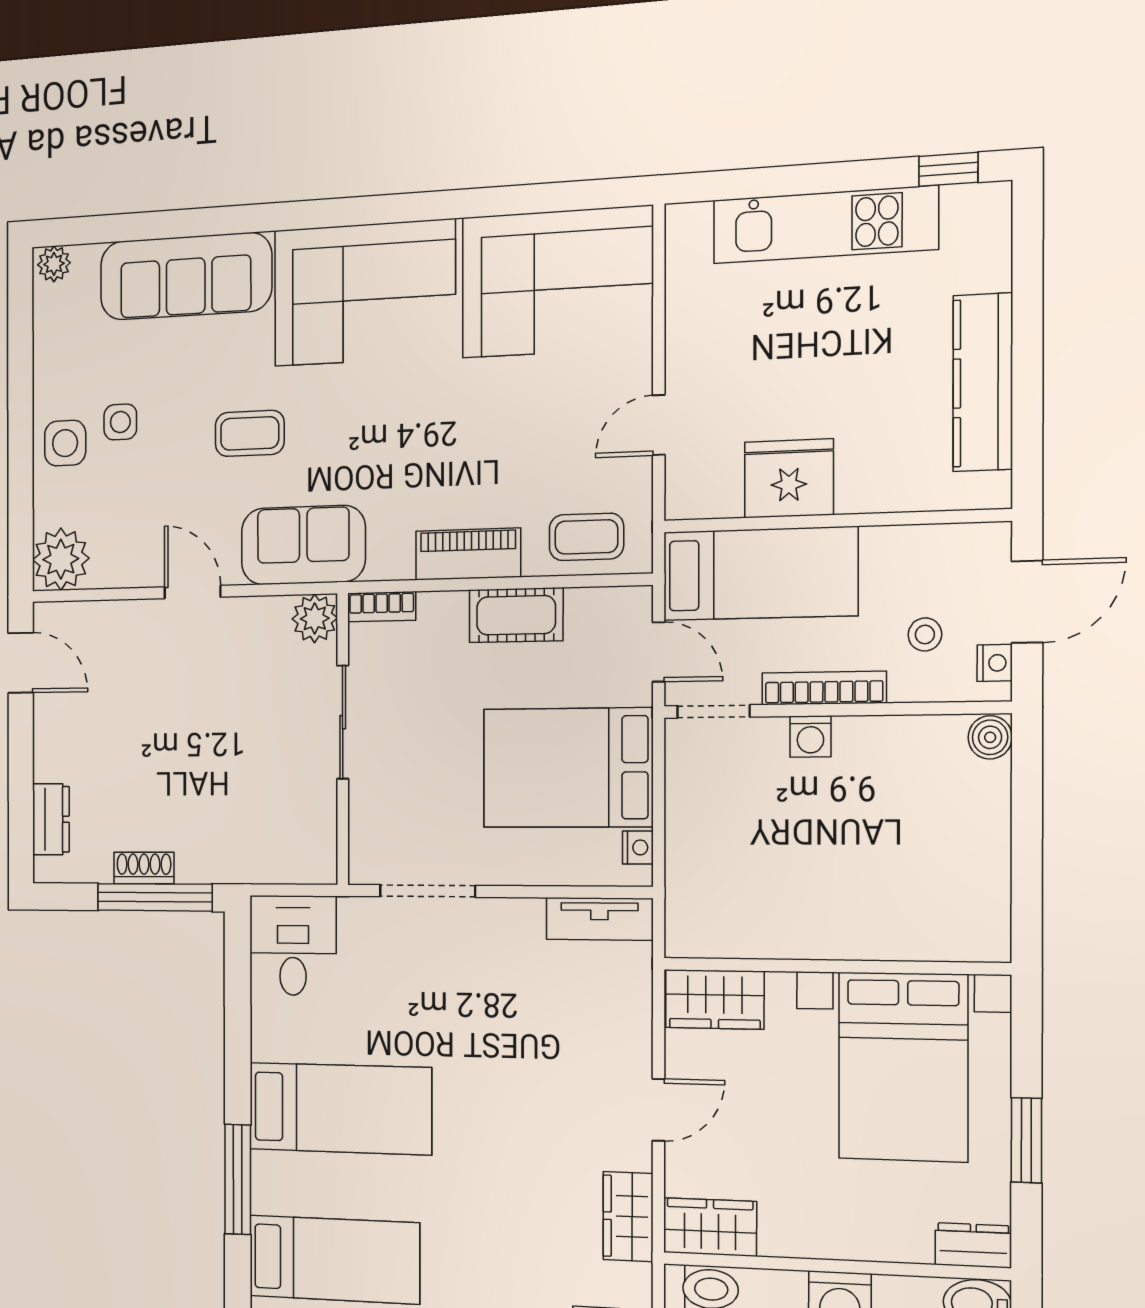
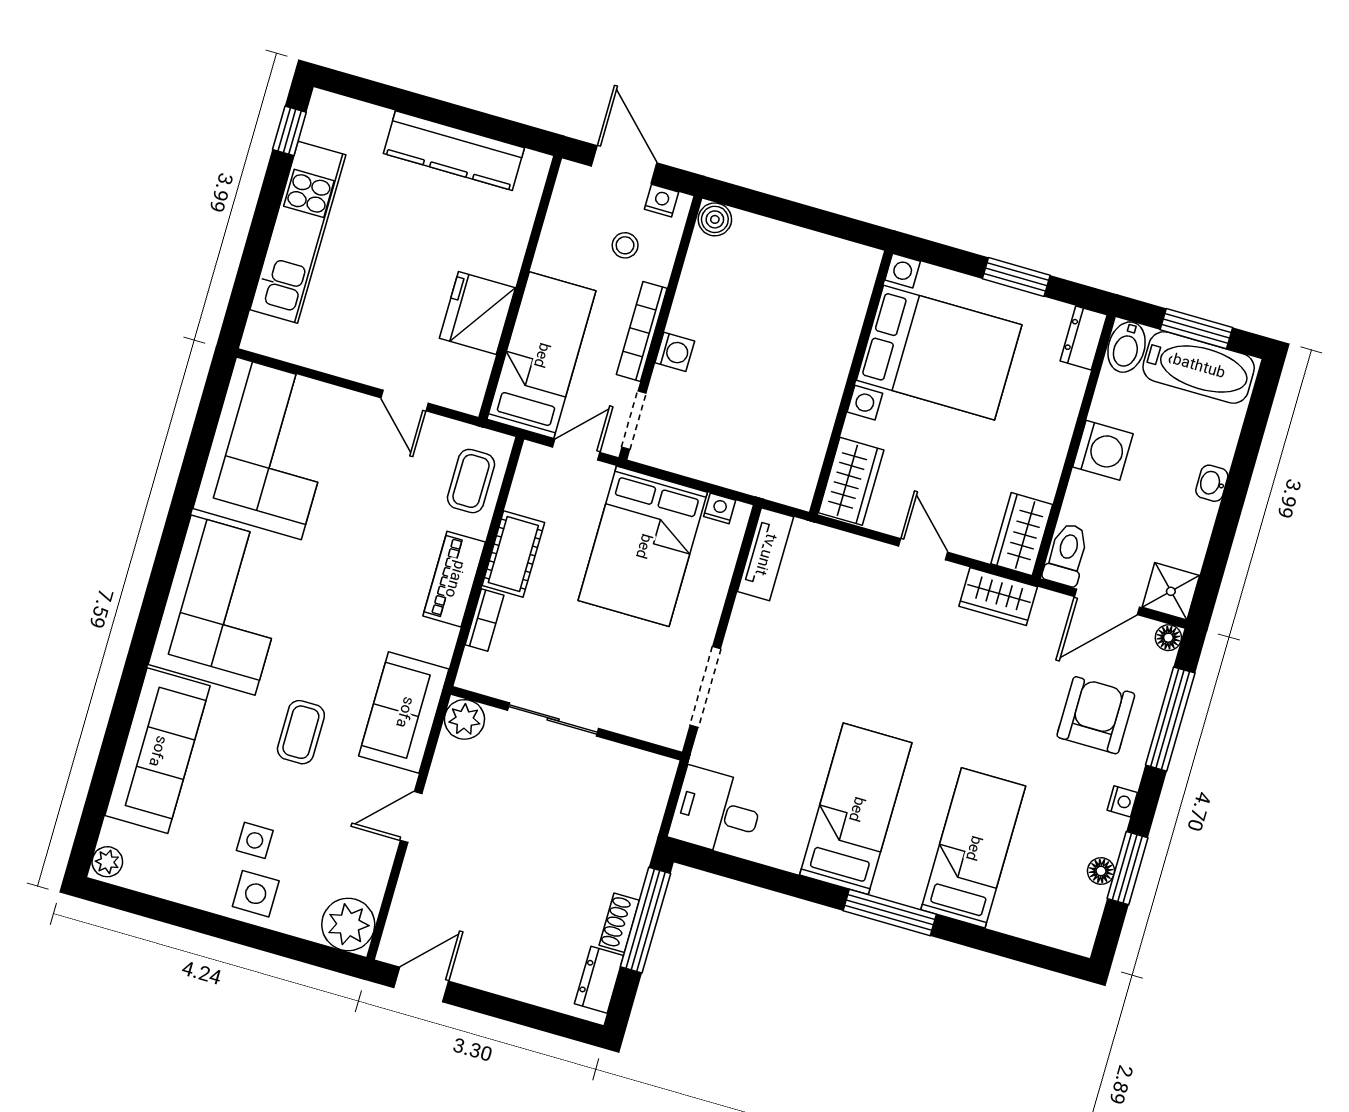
bookcase: (382, 607) -> (484, 620), moved
dresser: (51, 819) -> (599, 980), moved, turned -90

